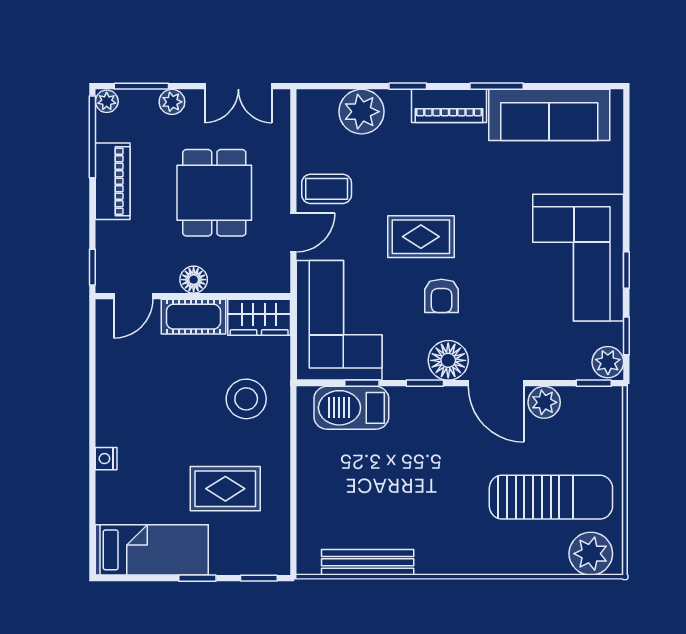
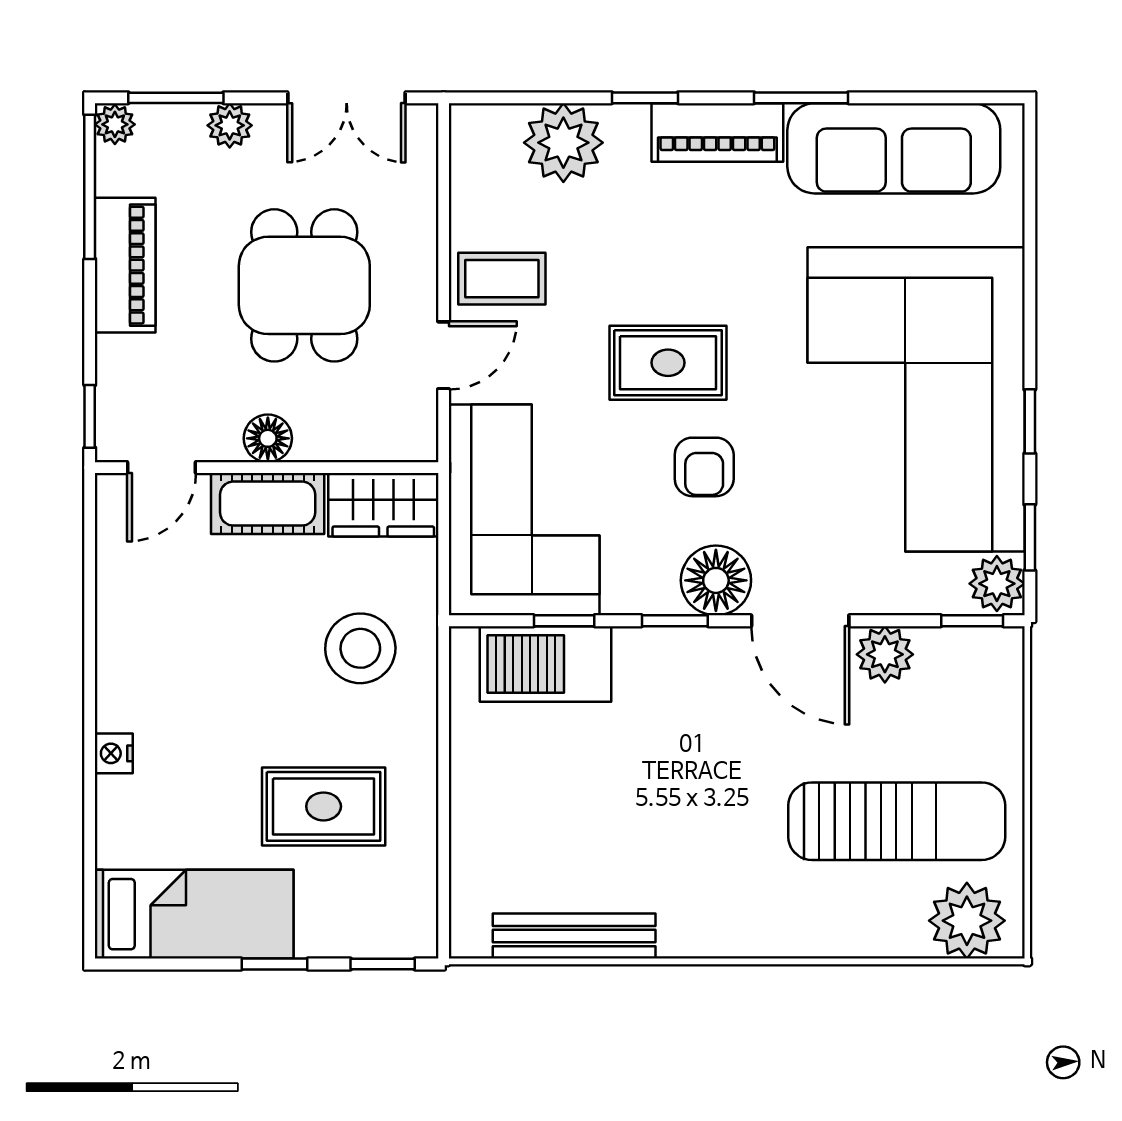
corner sofa: (578, 258) -> (916, 399), width x1.36, depth x1.36

